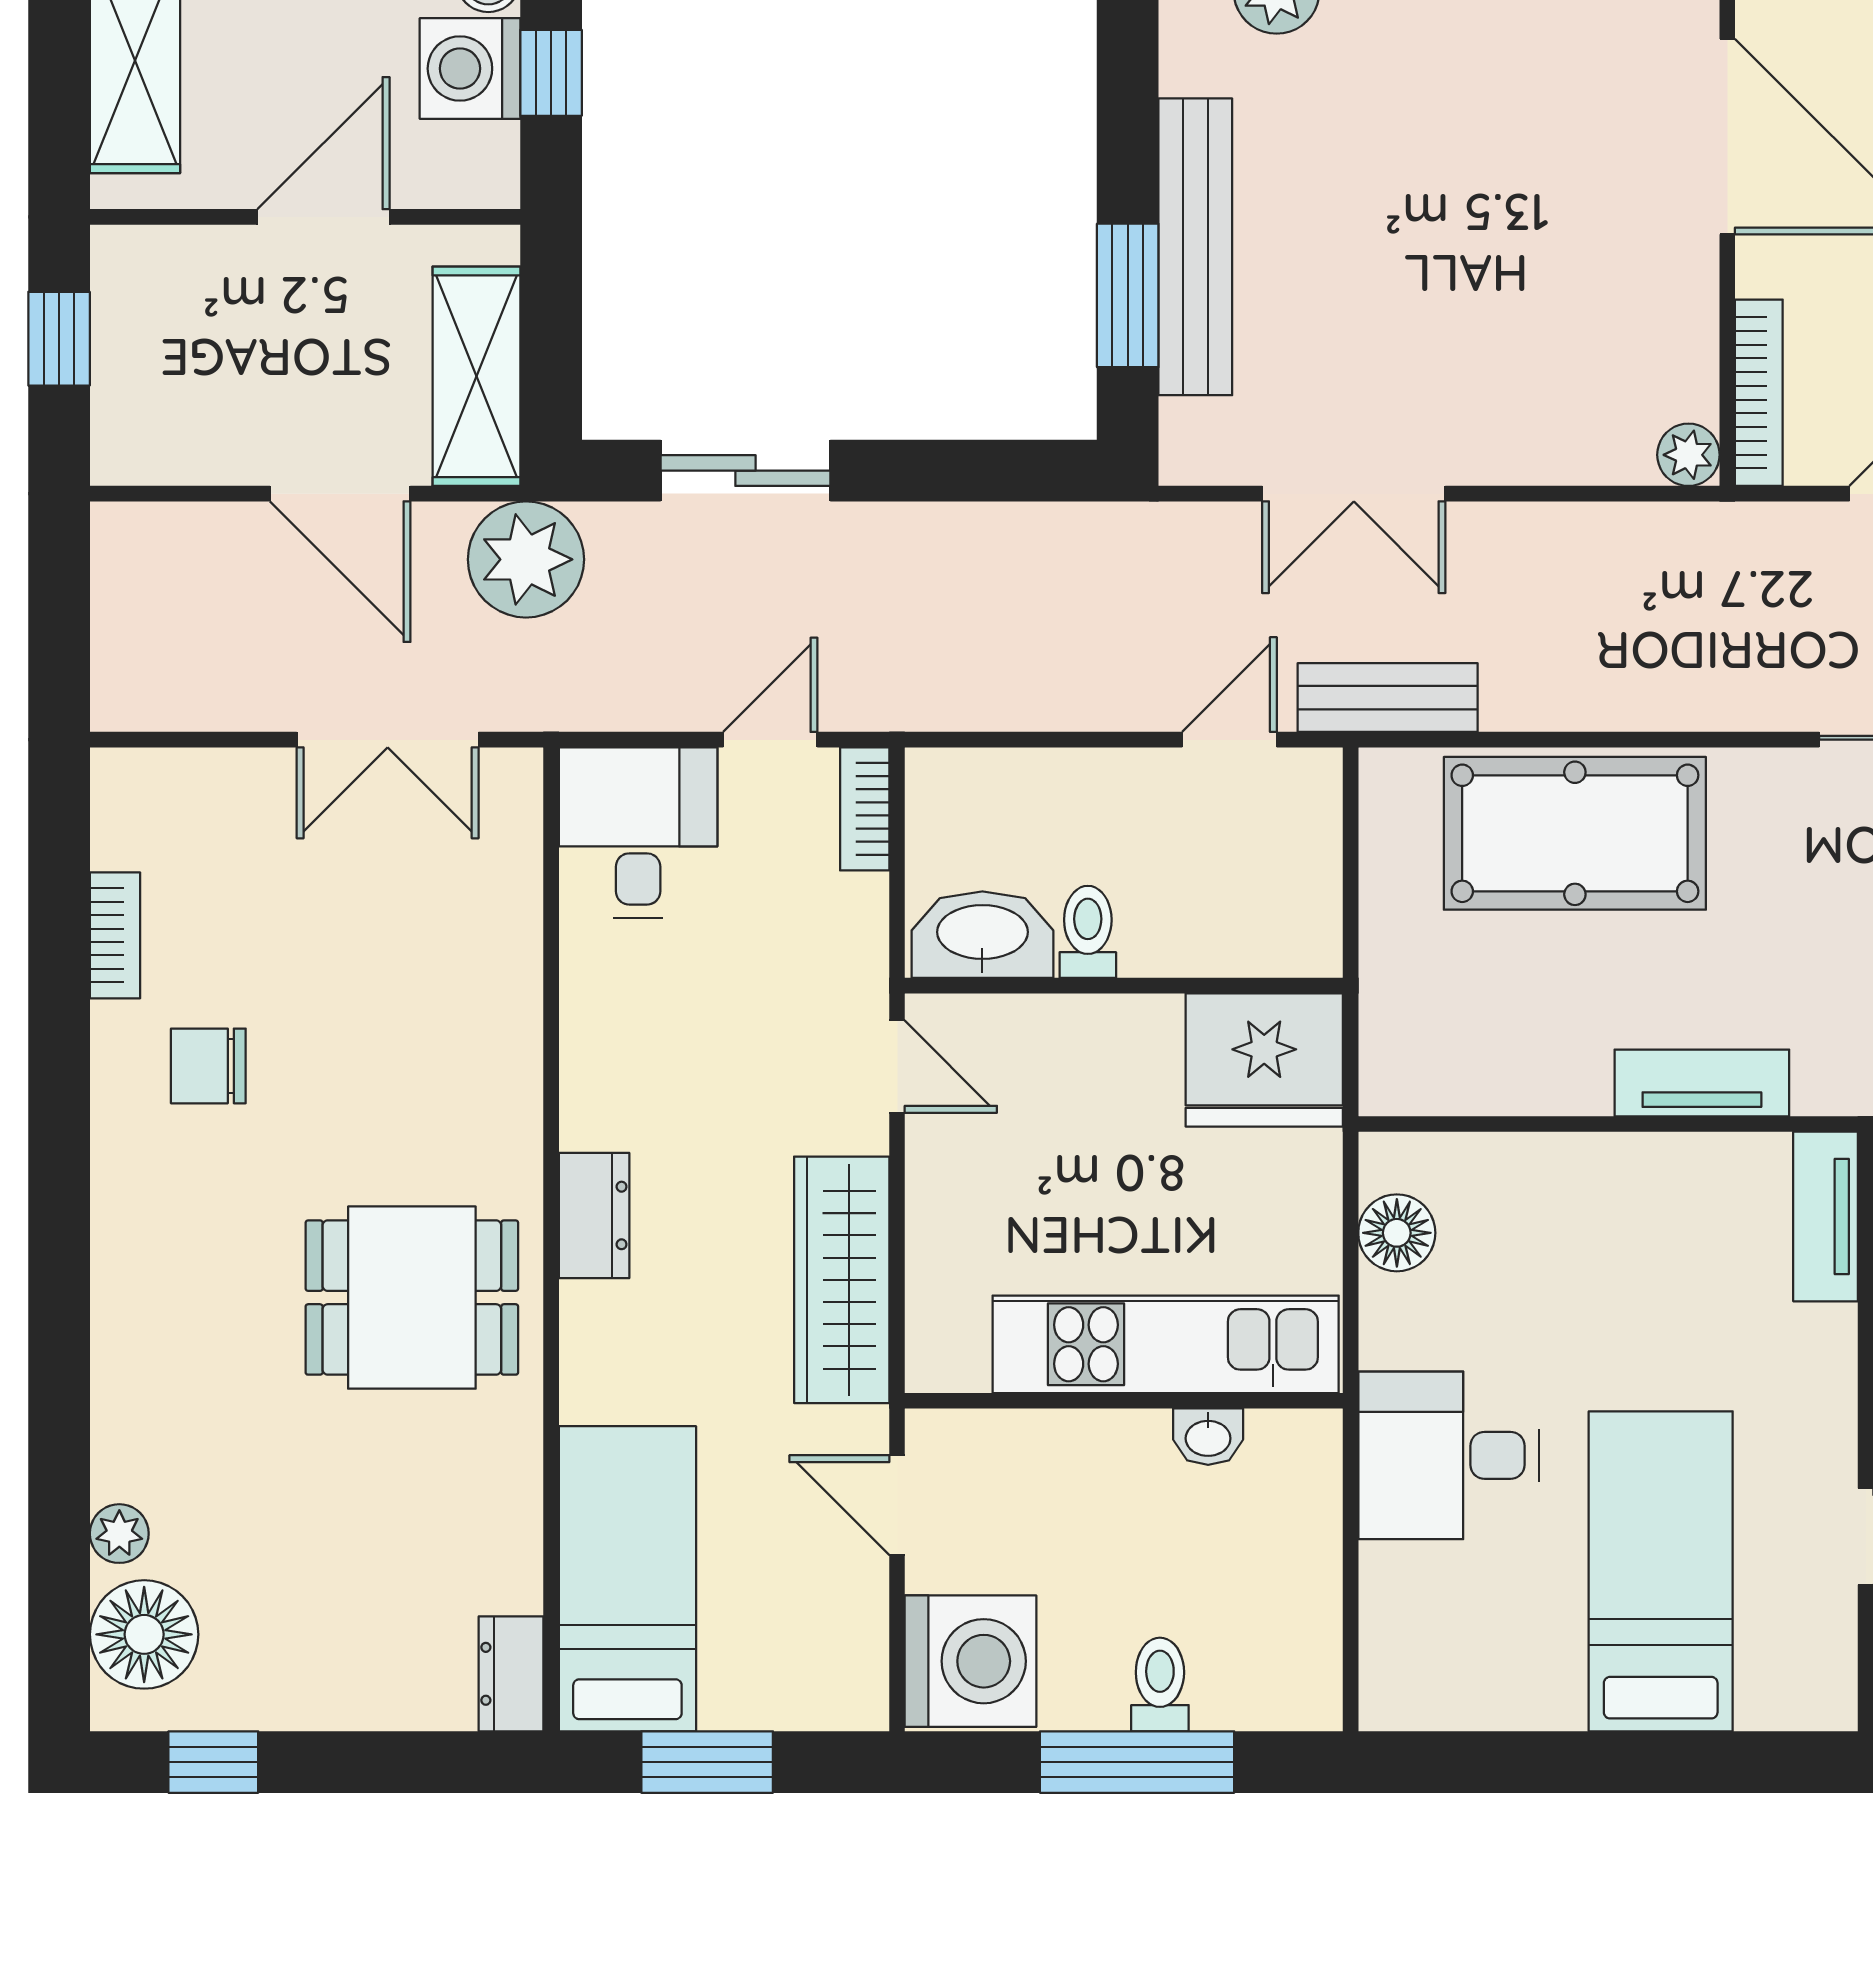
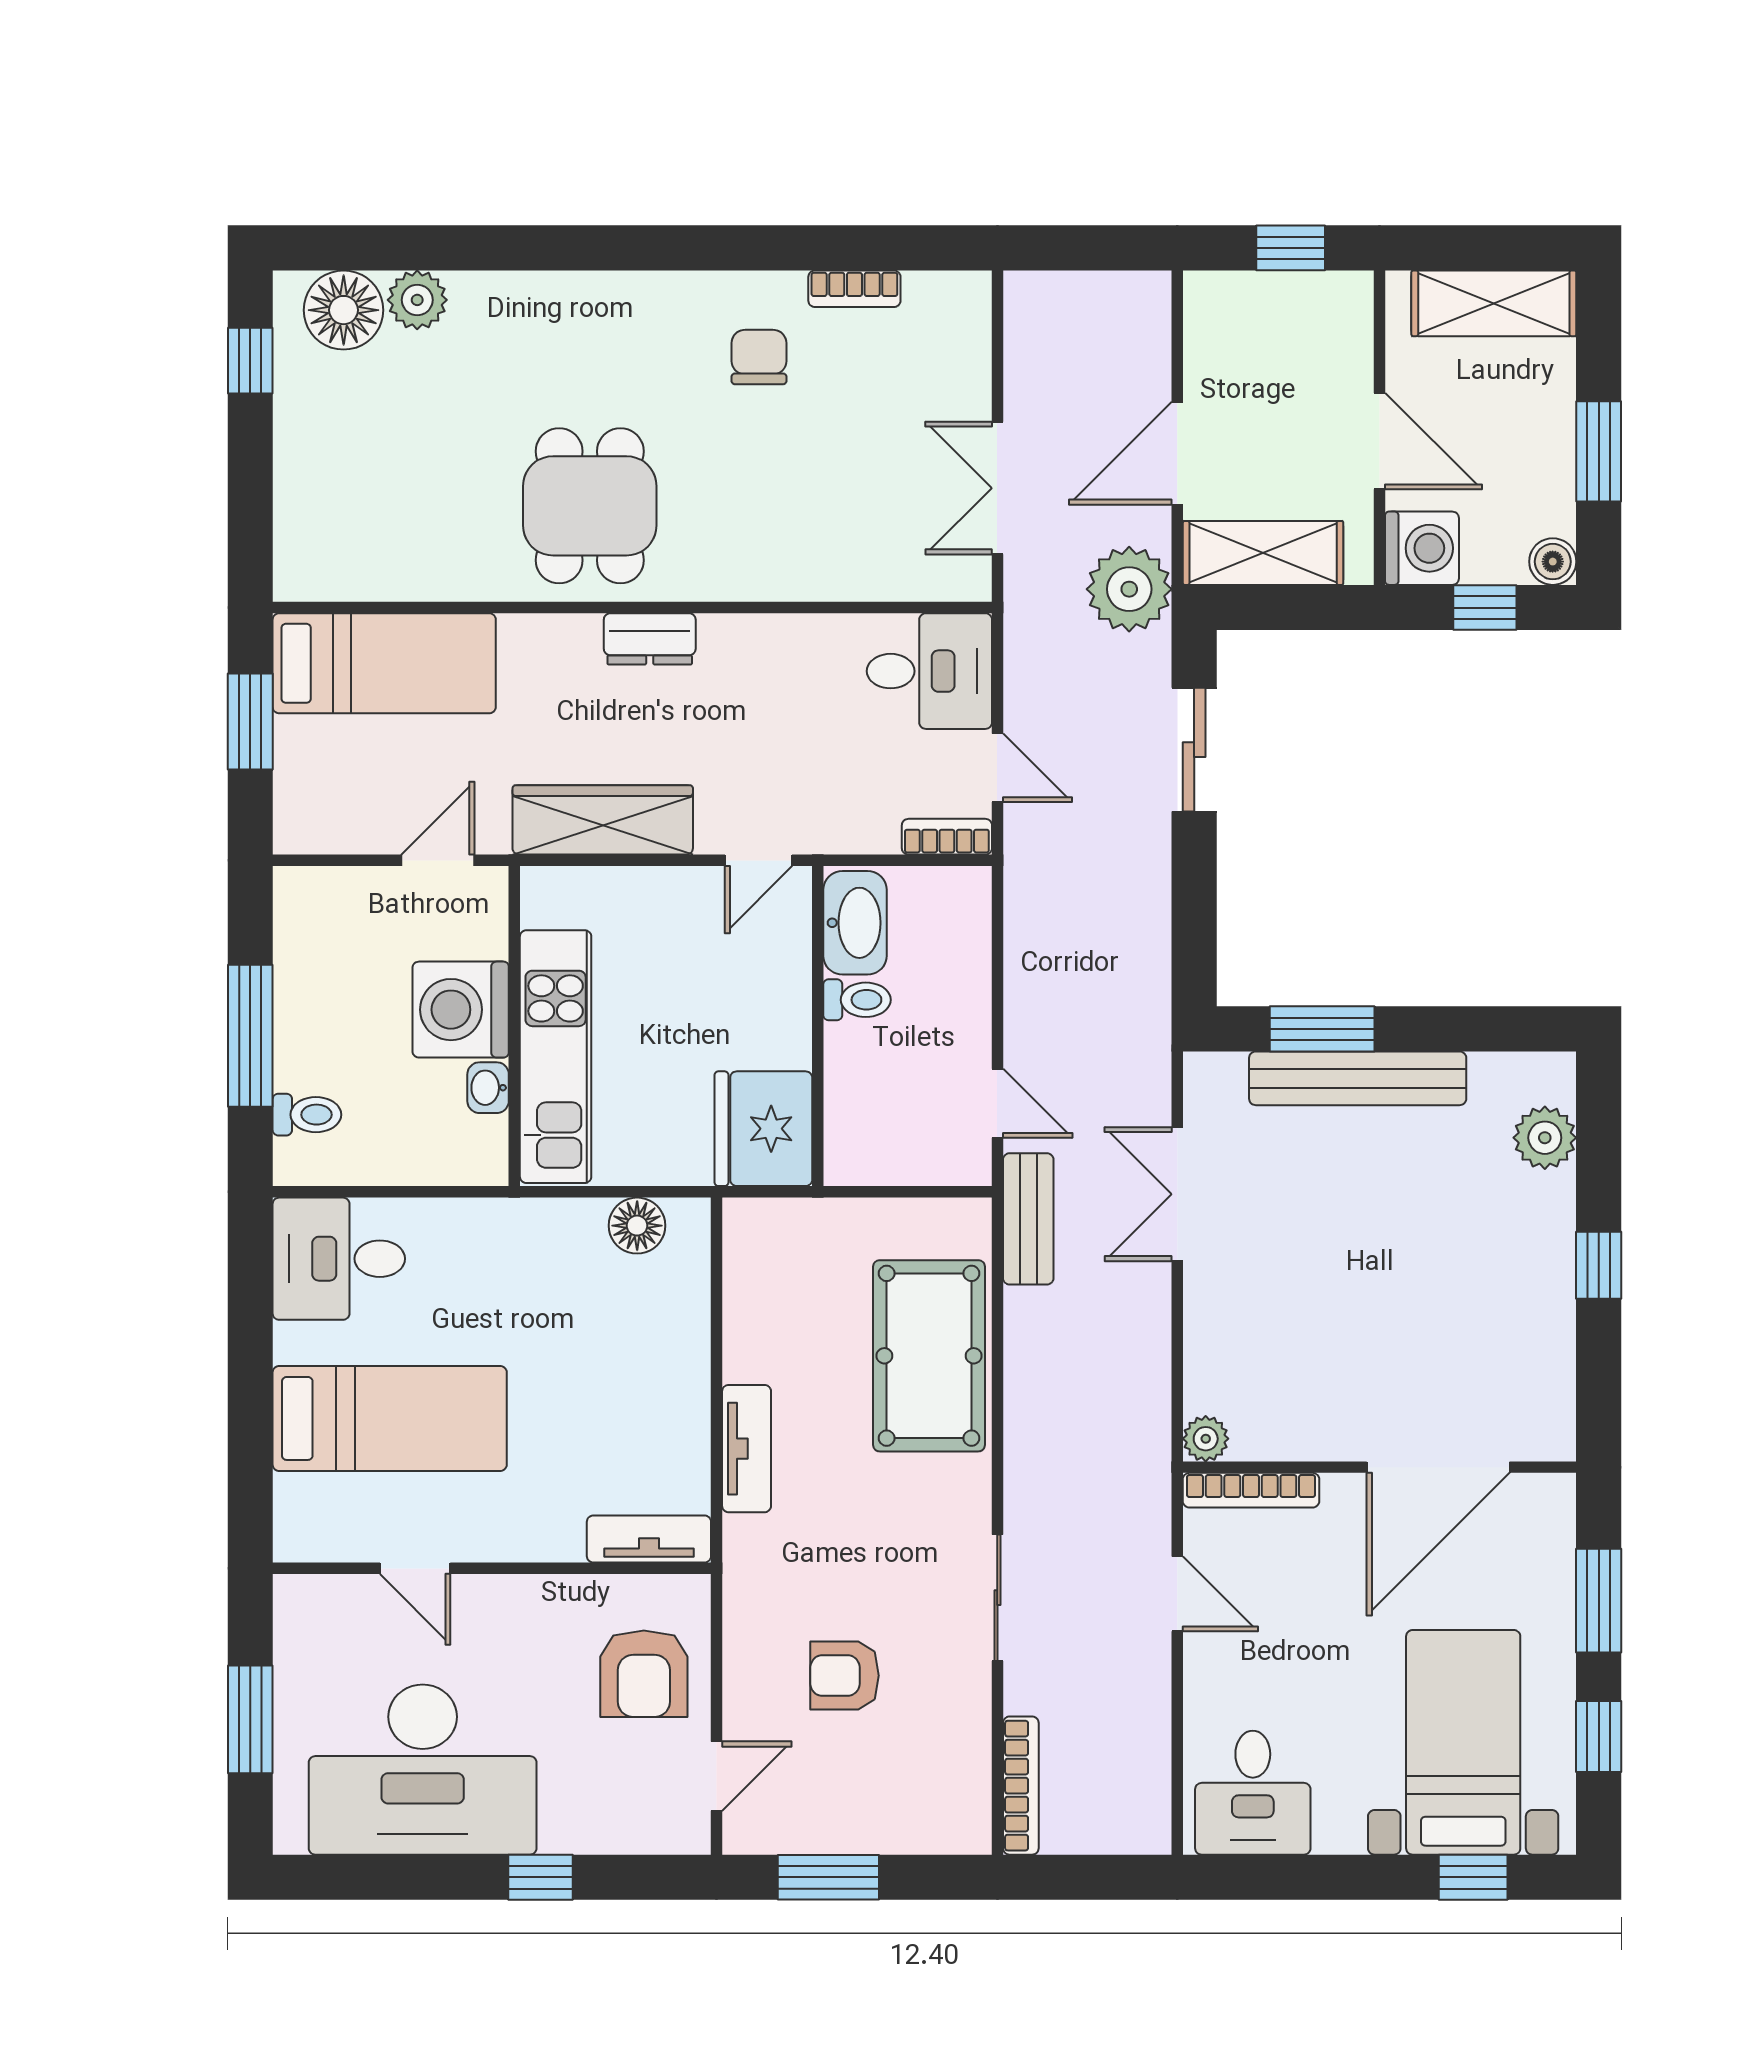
washing machine: (470, 69) -> (1422, 548), moved, turned 90
desk: (1449, 1455) -> (339, 1259), moved, turned -90
plant: (119, 1534) -> (417, 300), width x1.38, depth x1.38
washing machine: (971, 1661) -> (461, 1010), moved, turned 90
dresser: (511, 1674) -> (315, 578), removed
toilet: (1160, 1684) -> (307, 1115), moved

